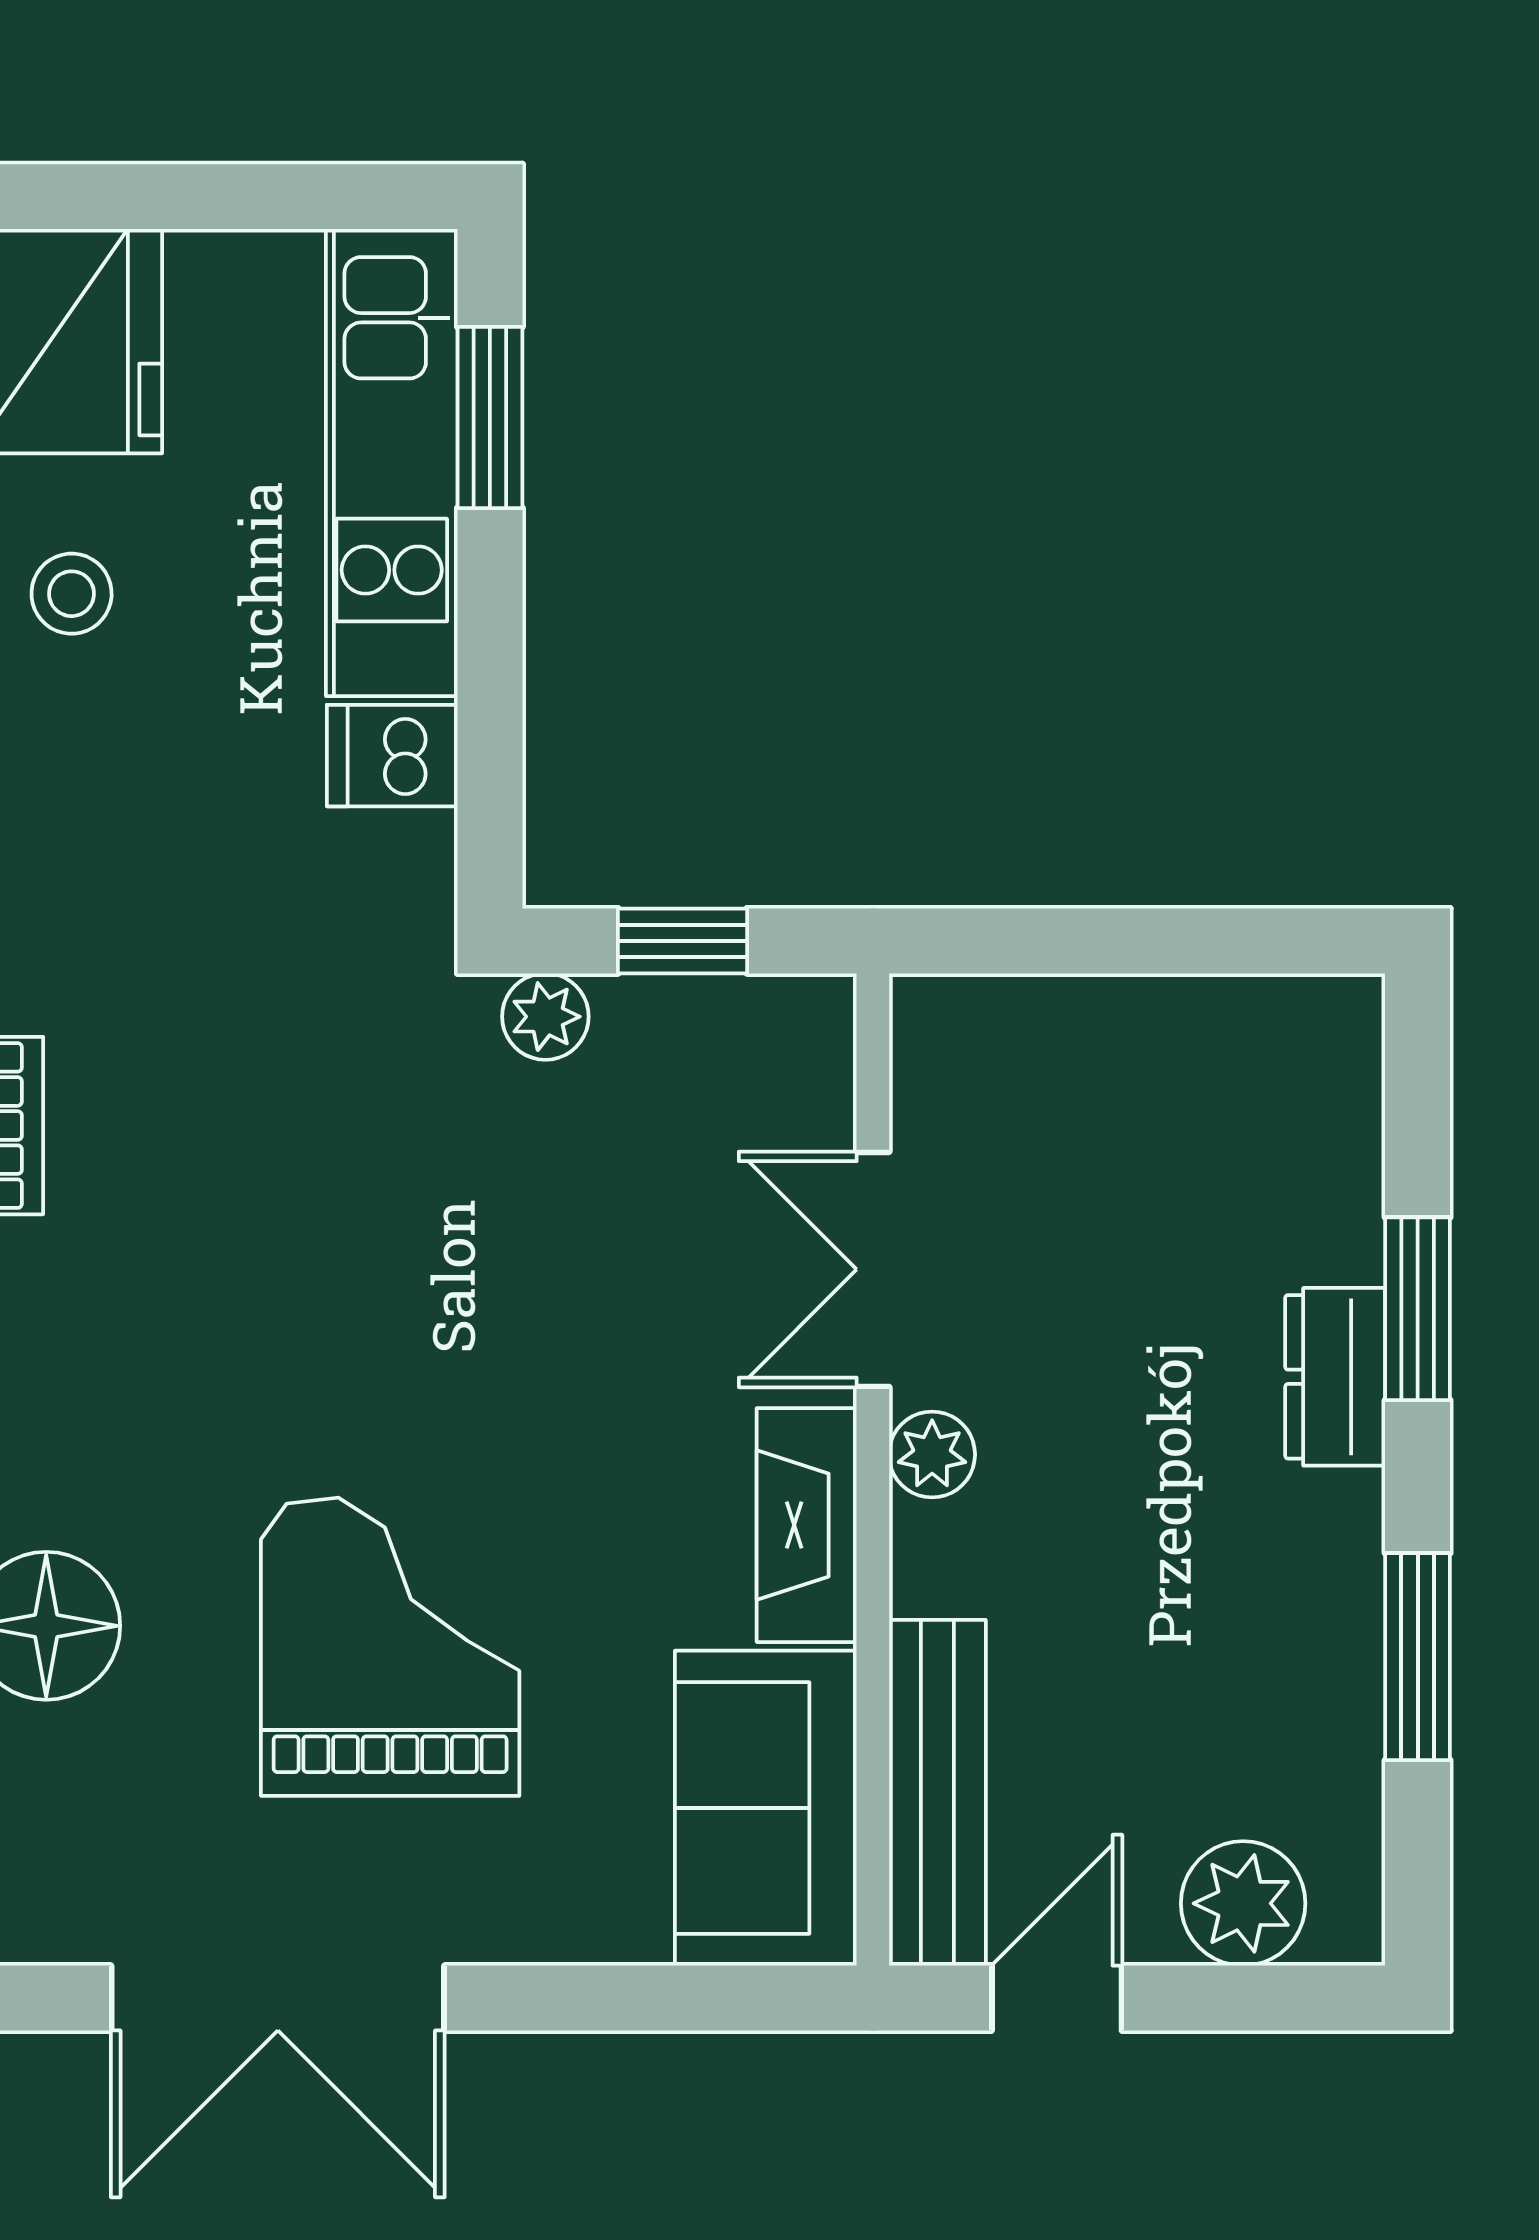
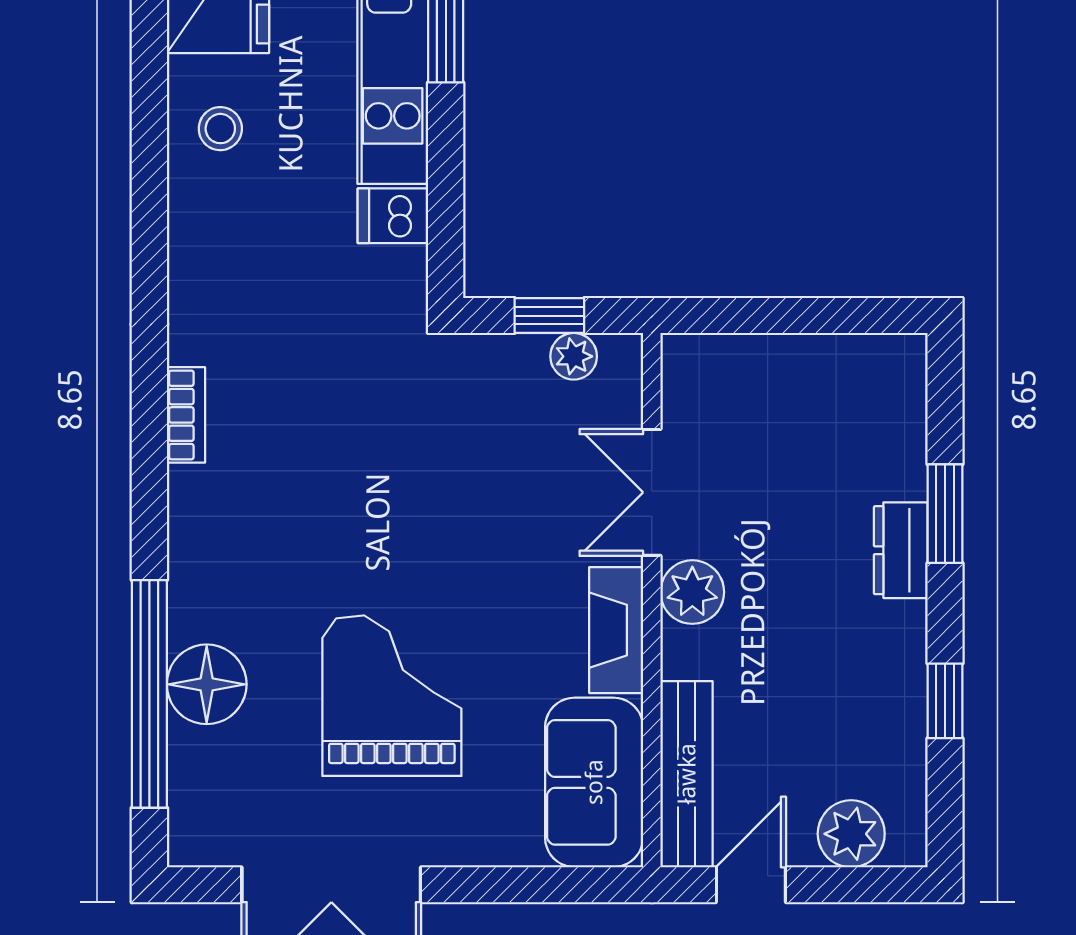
plant: (545, 1017) -> (574, 356), moved
plant: (932, 1454) -> (692, 592), width x1.38, depth x1.38
window: (1418, 1657) -> (945, 701), width x0.67

